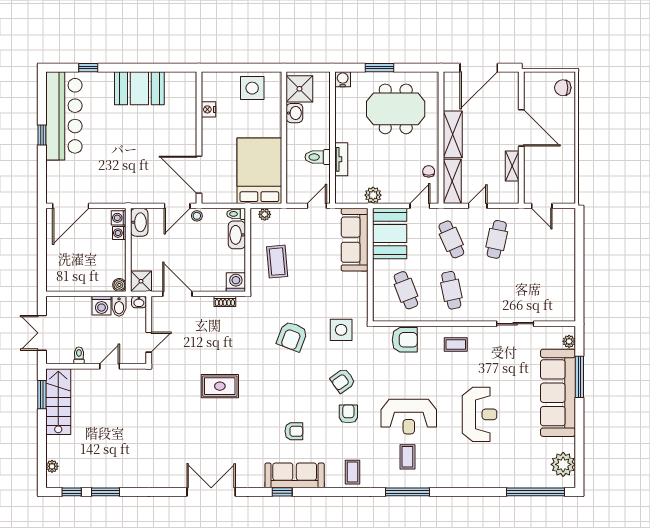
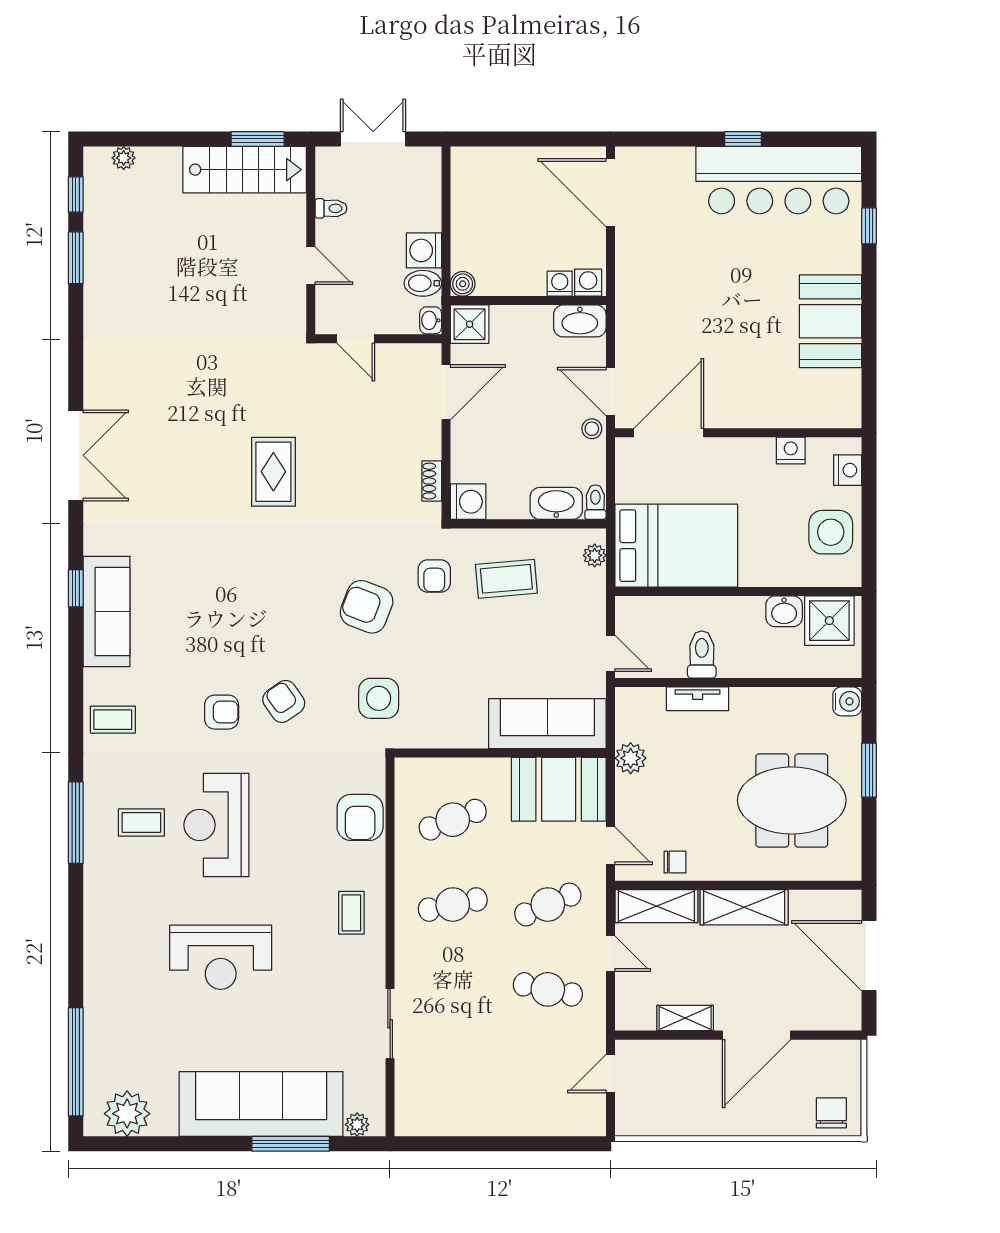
nightstand: (219, 79) -> (848, 470), added
meeting table: (396, 109) -> (792, 800), turned 90
armchair: (294, 431) -> (434, 576), moved

